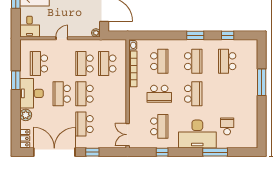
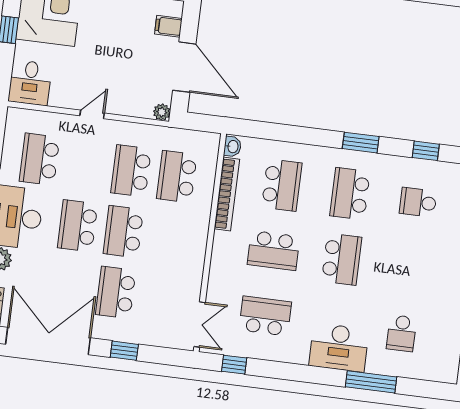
school desk: (193, 61) -> (350, 194), turned 180
school desk: (227, 61) -> (418, 202), width x0.54
school desk: (159, 126) -> (265, 316), turned -90
school desk: (227, 126) -> (401, 333), turned 180
desk: (197, 134) -> (339, 348), width x0.73, depth x0.77
double door: (128, 135) -> (200, 324), swing flipped
window: (162, 152) -> (234, 365), moved

